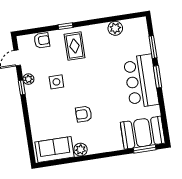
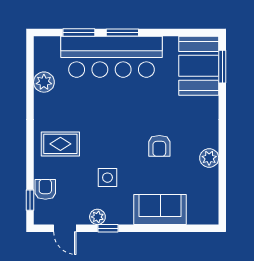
window: (65, 26) -> (30, 200), moved
bar counter: (141, 81) -> (111, 57), width x1.36
sofa: (55, 150) -> (160, 209), moved, turned 90

